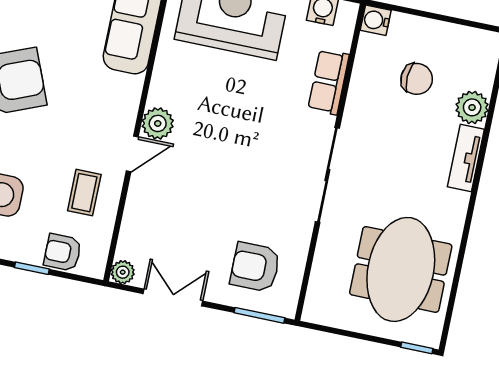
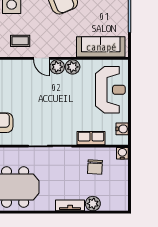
chair: (417, 79) -> (95, 167), moved
plant: (165, 90) -> (73, 67), added

